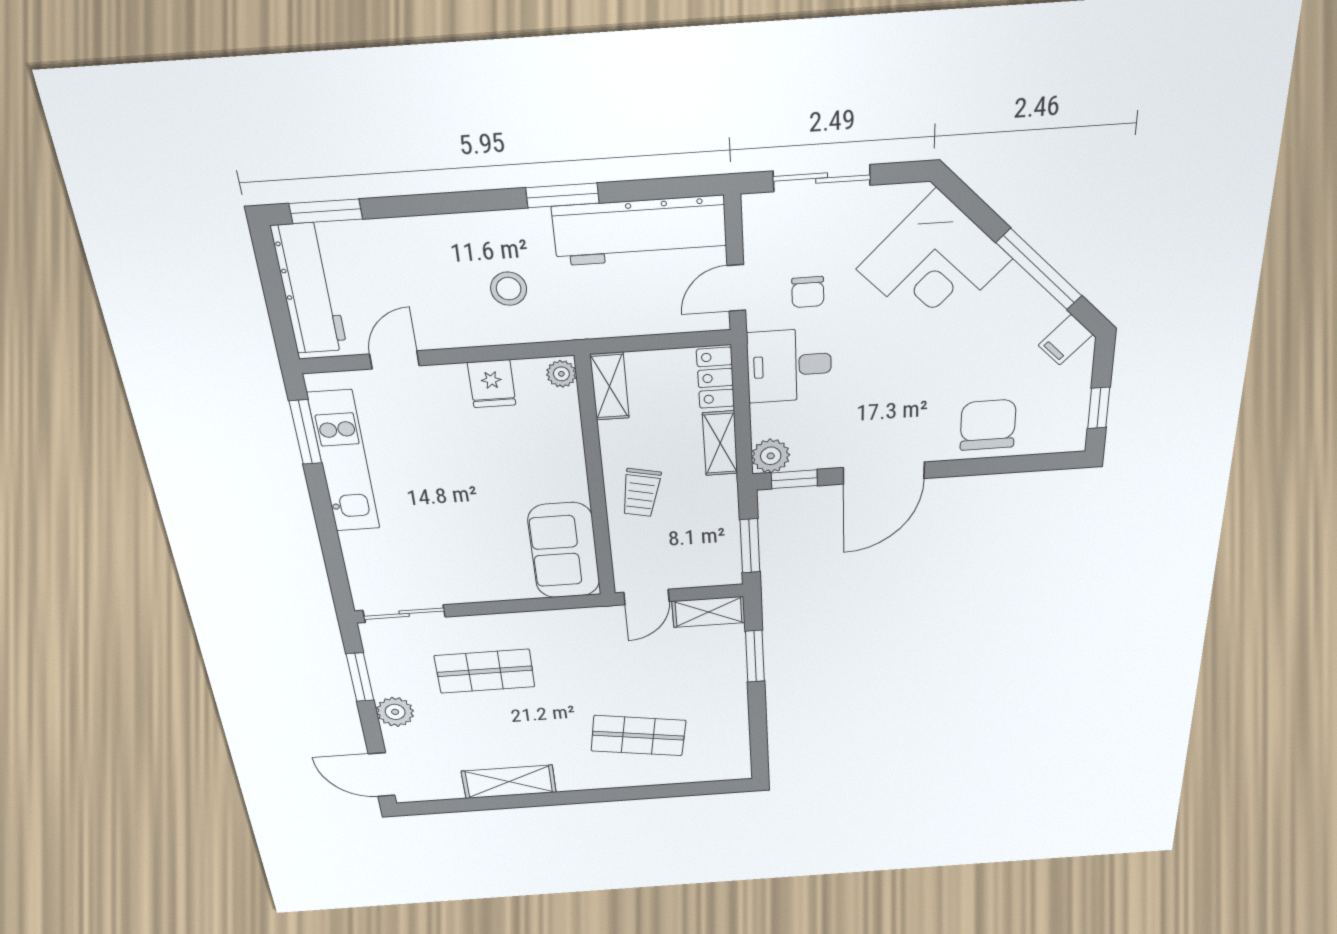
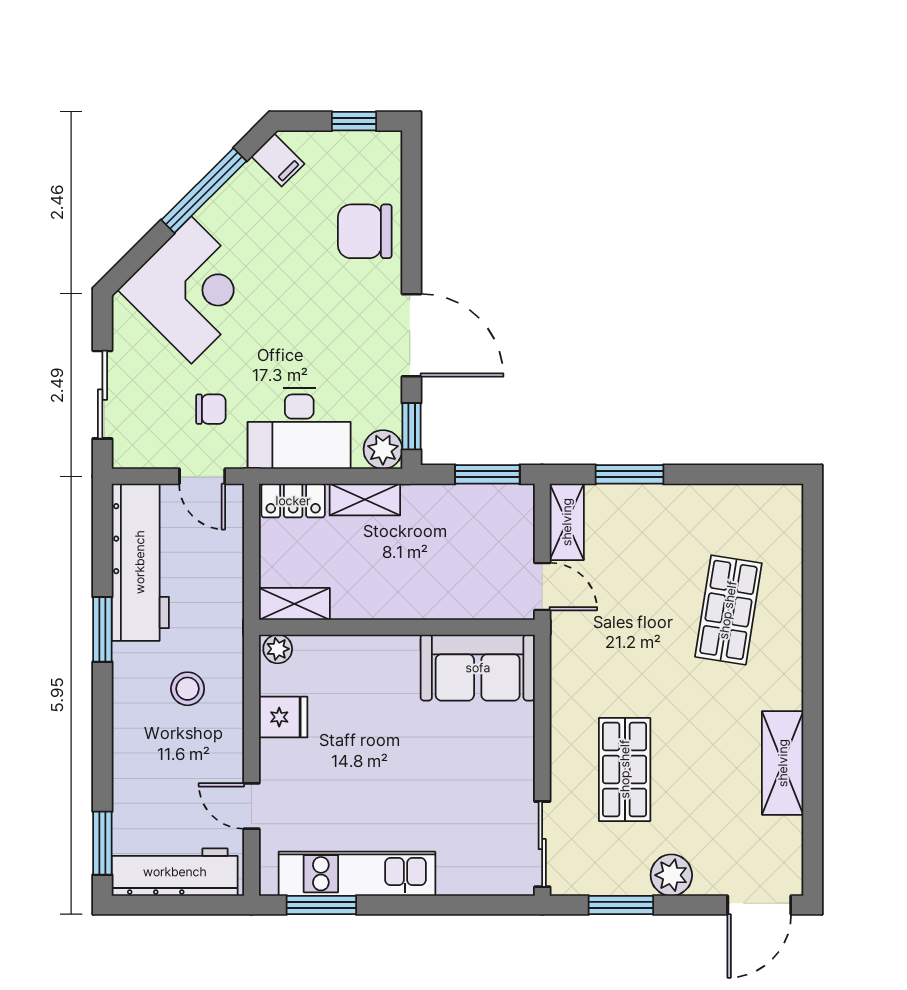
desk: (789, 366) -> (299, 428), width x1.37
trolley: (641, 493) -> (415, 583), removed

